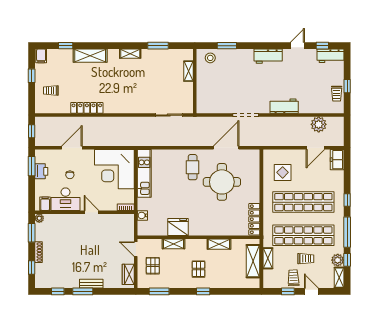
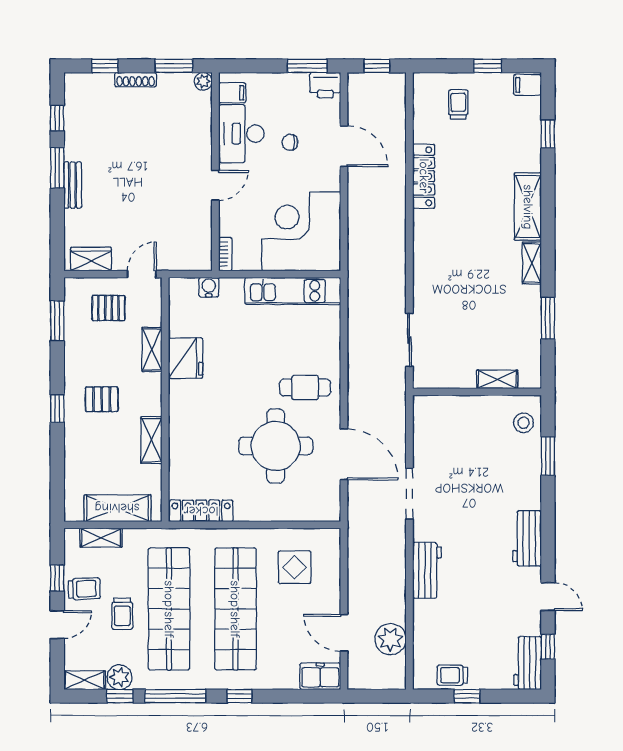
shelving: (90, 56) -> (528, 207), moved
printer: (41, 171) -> (325, 85), moved
shelving: (268, 258) -> (101, 538), moved

